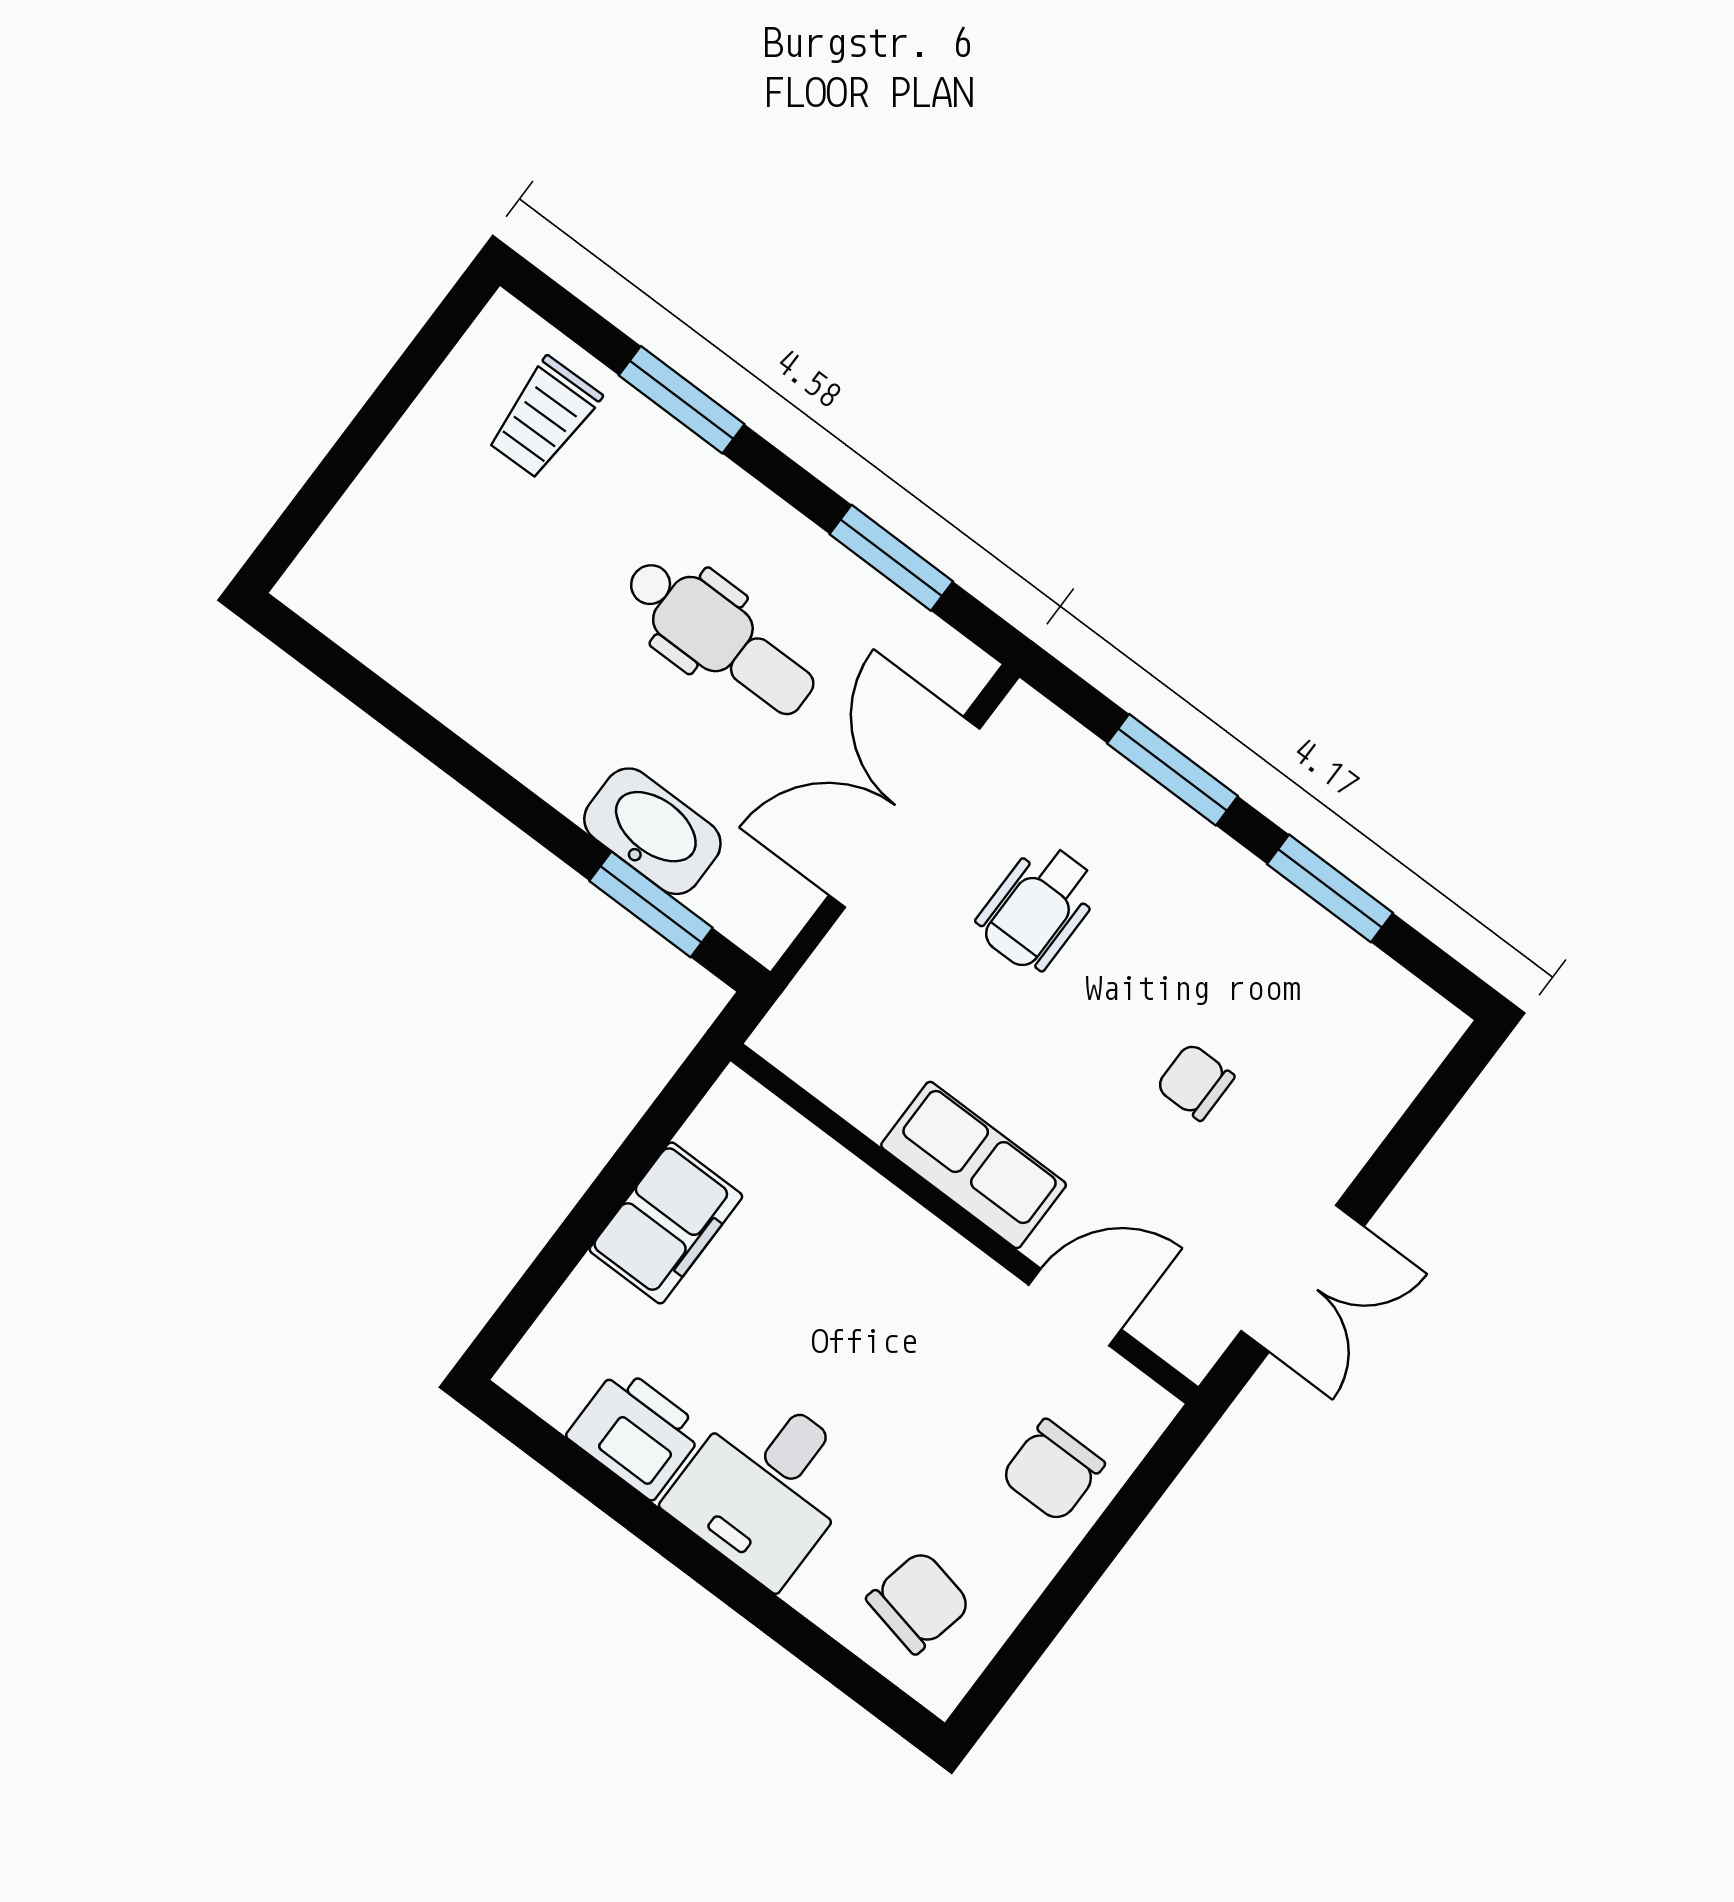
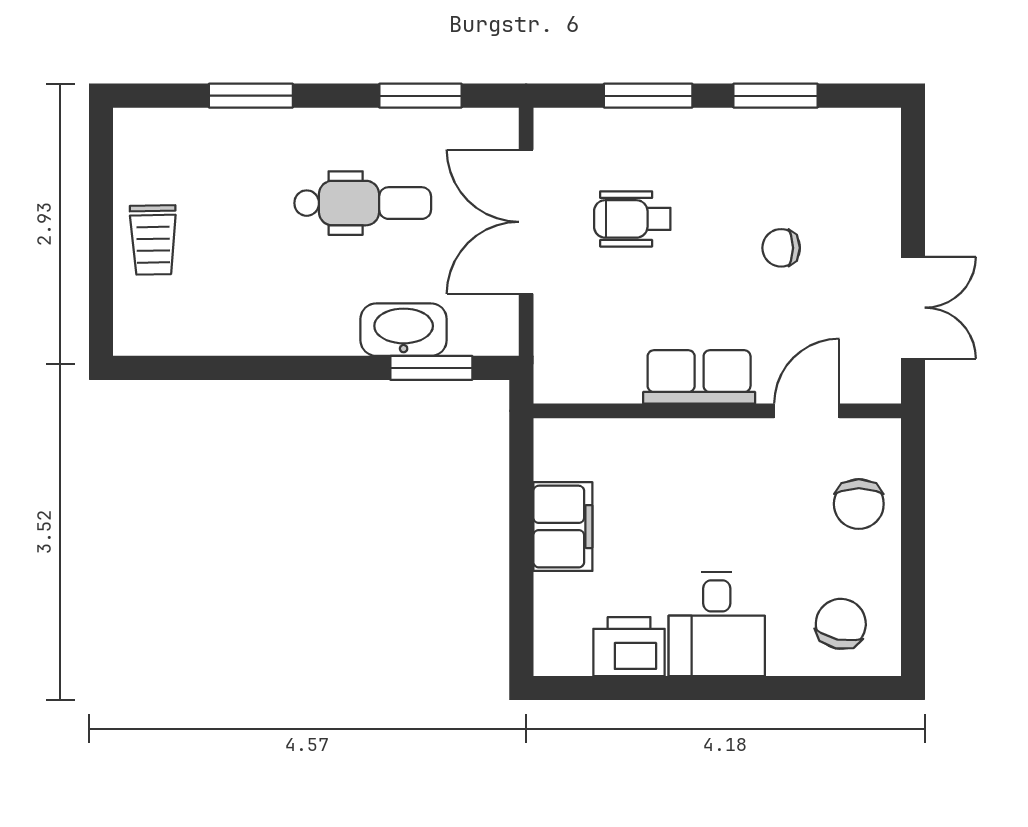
trolley: (544, 418) -> (153, 240), moved
wheelchair: (1038, 907) -> (632, 219), turned 90

